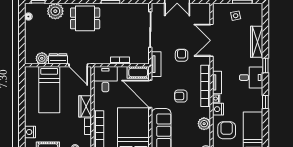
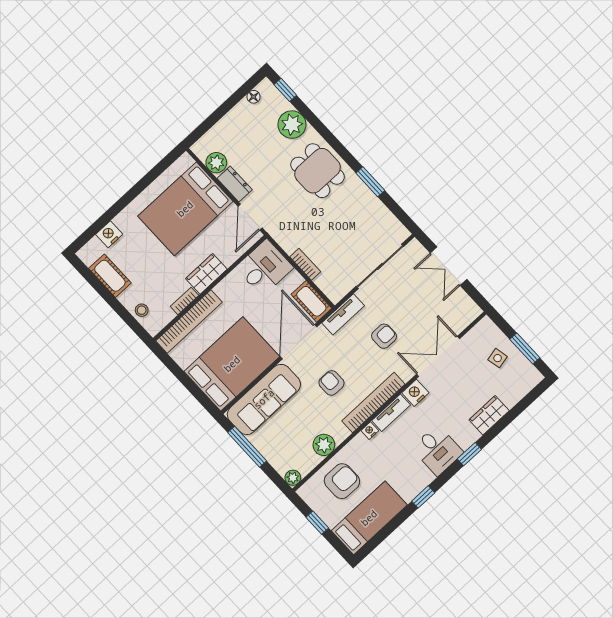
wardrobe: (257, 42) -> (489, 415), width x0.67
bed: (49, 90) -> (185, 209), width x1.50
nightstand: (218, 109) -> (415, 393), moved

